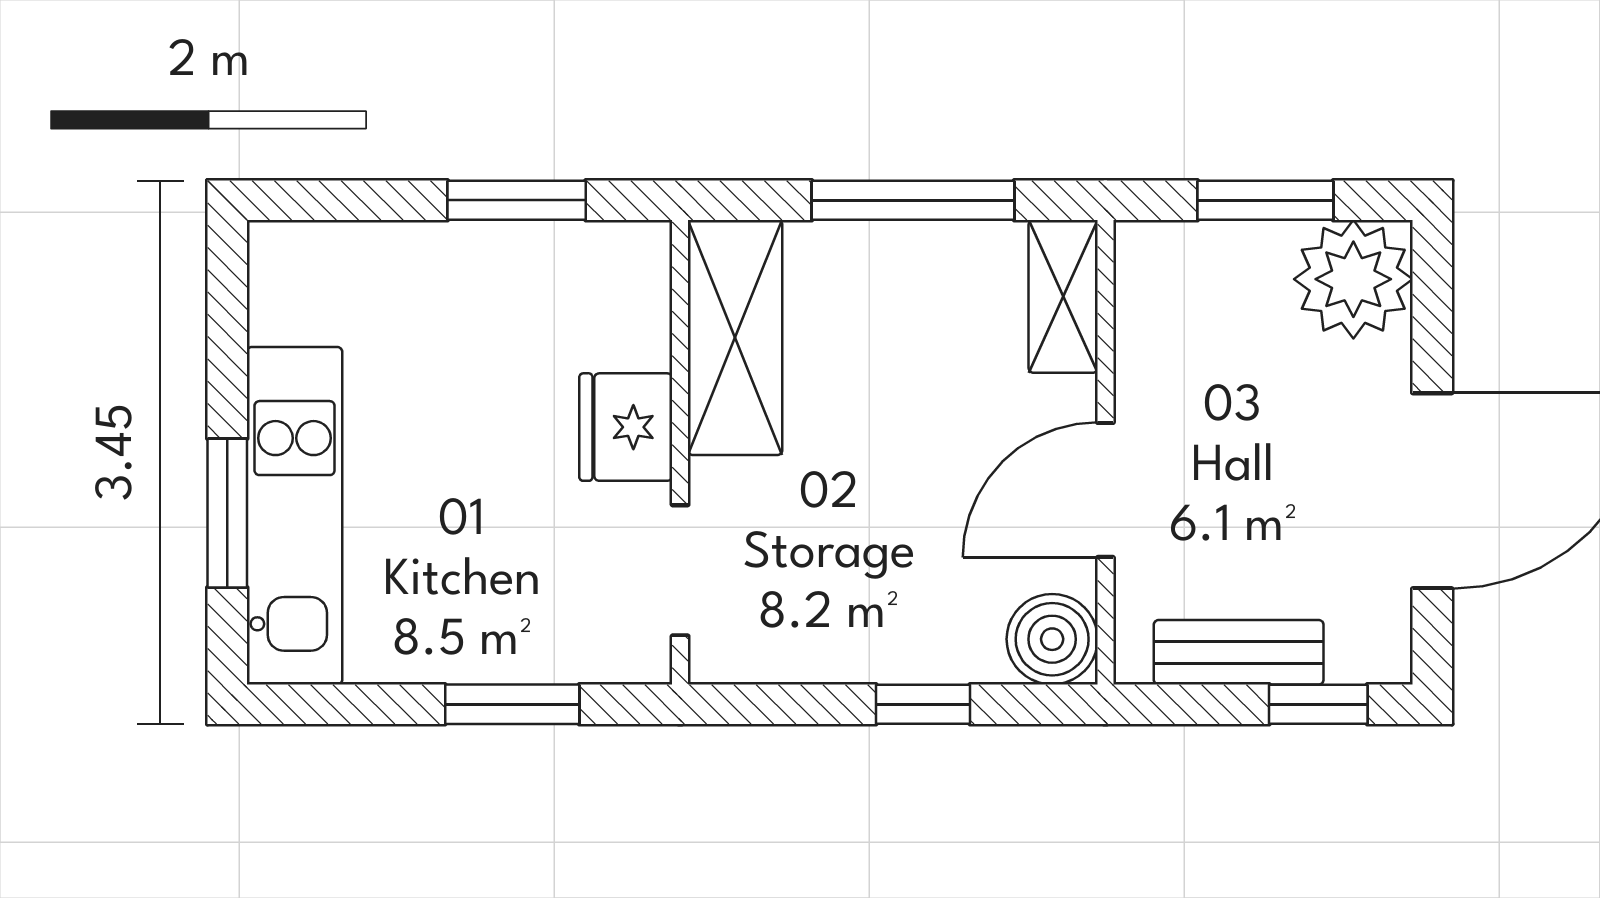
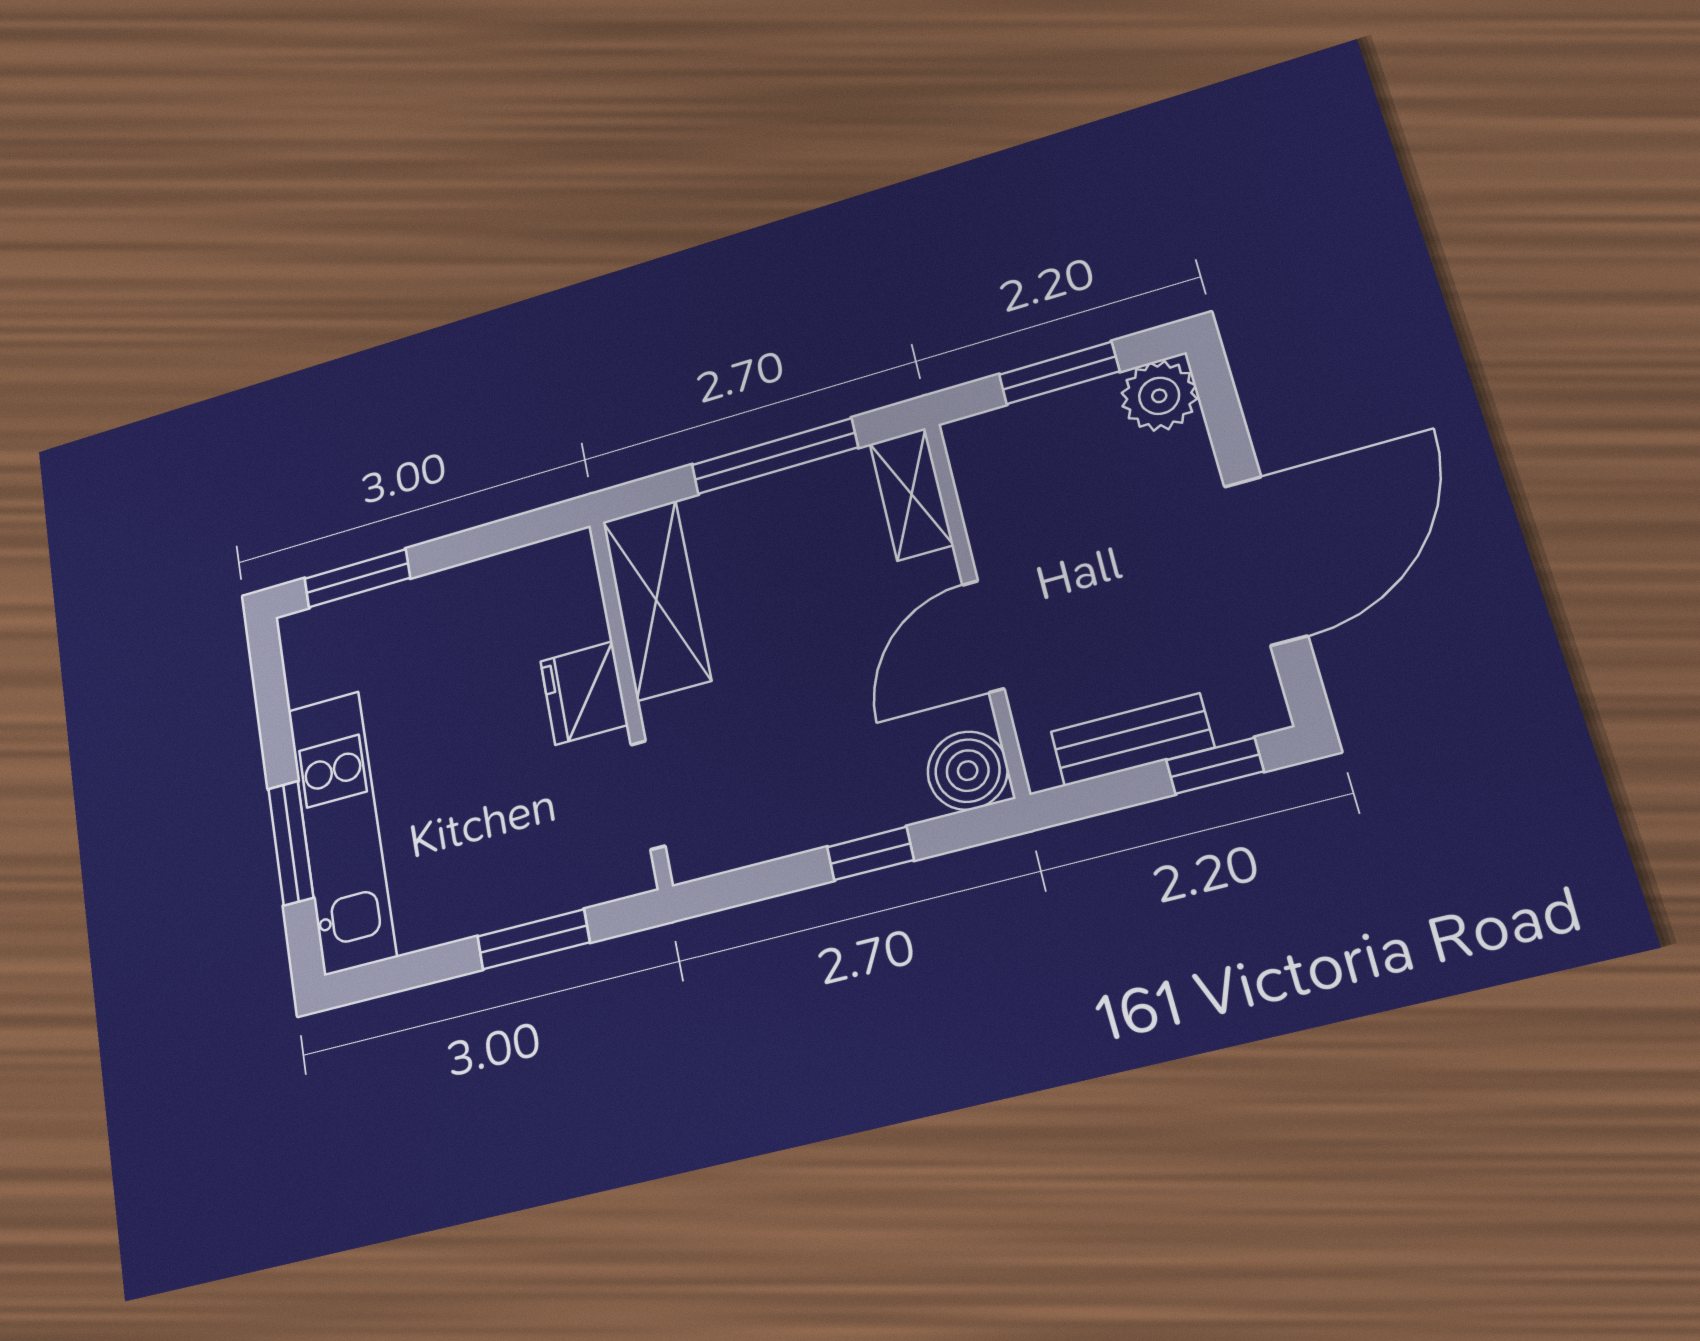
window: (517, 200) -> (357, 578), moved
plant: (1353, 279) -> (1159, 396), width x0.73, depth x0.73

